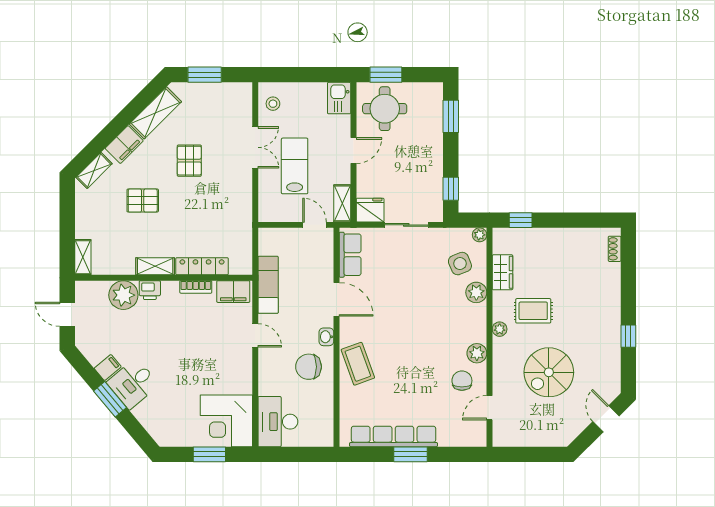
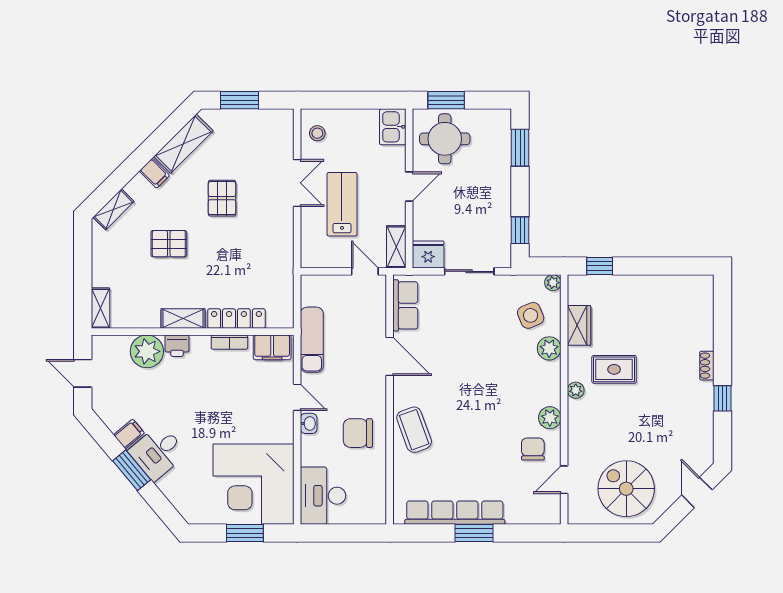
filing cabinet: (124, 145) -> (154, 173), width x0.50
shoe rack: (615, 249) -> (707, 366), moved
washbasin: (326, 337) -> (309, 423), moved, turned 180
spiral stairs: (549, 372) -> (626, 489), moved, turned 90
corner desk: (226, 421) -> (254, 484), width x1.36, depth x1.36

